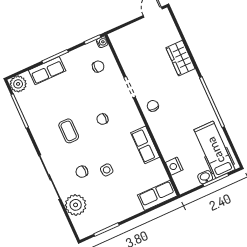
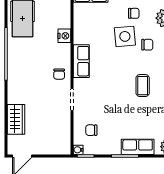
wardrobe: (180, 58) -> (16, 119), moved
chair: (102, 119) -> (134, 13), moved
row of seats: (145, 145) -> (81, 61), moved
nightstand: (174, 166) -> (64, 36), moved
side table: (107, 170) -> (125, 36), width x1.87, depth x1.87

